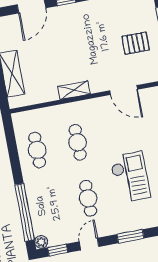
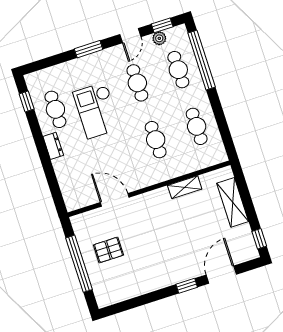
shelving: (74, 90) -> (185, 187), moved
cafe table: (48, 206) -> (178, 70), added
plant: (41, 242) -> (159, 38), moved

